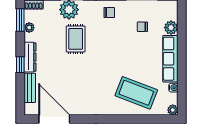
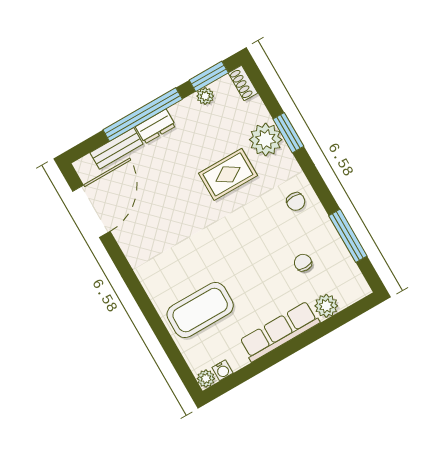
dresser: (30, 57) -> (156, 126), width x0.70
window: (20, 65) -> (143, 115), width x3.17
water cooler: (173, 88) -> (222, 370), moved
coffee table: (136, 93) -> (200, 310), turned 69

